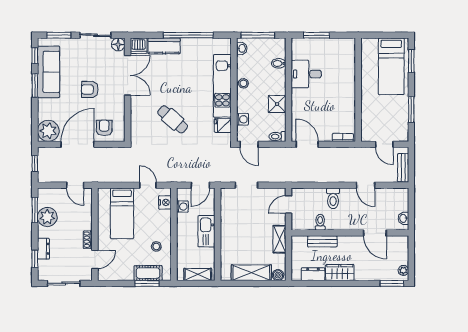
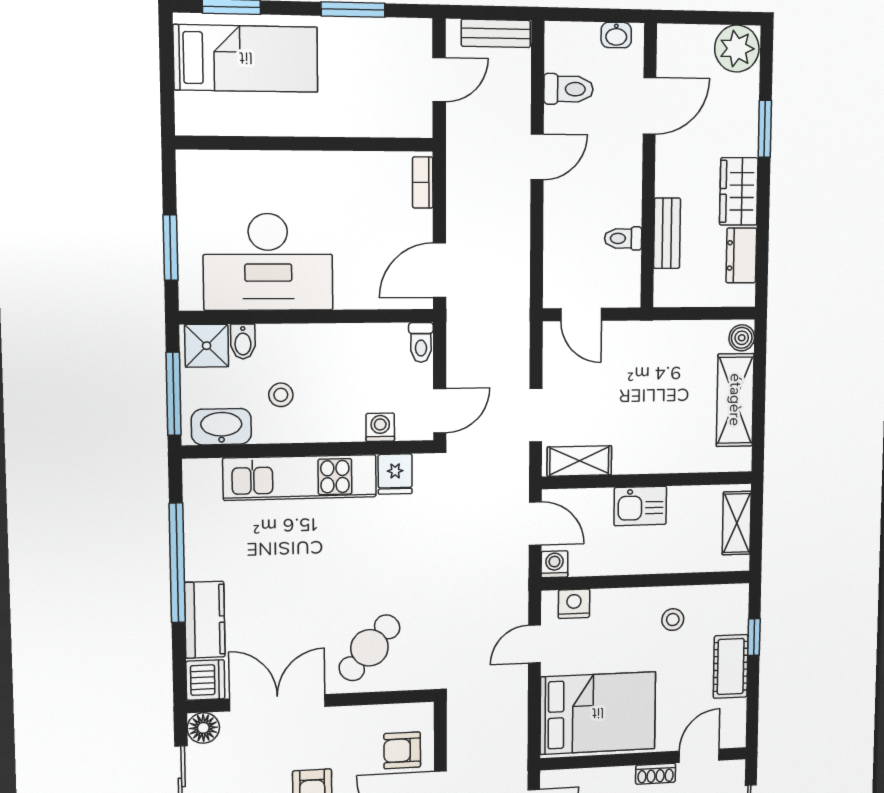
washbasin: (242, 48) -> (221, 427), width x1.91, depth x1.45
desk: (306, 74) -> (268, 262), width x1.87, depth x1.30
stool: (243, 83) -> (281, 395), moved
shower: (277, 104) -> (207, 346), moved
cafe table: (173, 119) -> (369, 648), moved
door: (366, 185) -> (537, 157), moved
toilet: (333, 198) -> (568, 89), moved
washing machine: (182, 206) -> (554, 564), moved
bed: (122, 213) -> (598, 713), width x1.50
kitchen sink: (207, 231) -> (640, 506), width x0.73
shelving: (280, 239) -> (579, 461), moved
door: (95, 259) -> (699, 756), hinge flipped
plant: (403, 270) -> (737, 49), width x1.88, depth x1.88
cot: (148, 273) -> (731, 666), moved
window: (147, 283) -> (754, 637), width x0.67
window: (392, 283) -> (765, 129), moved

